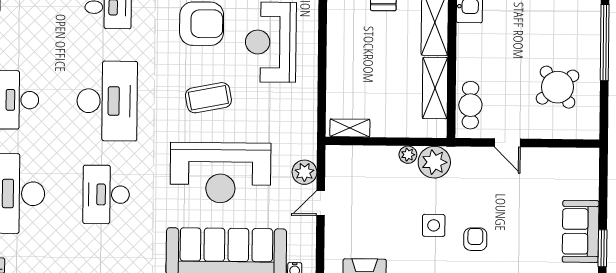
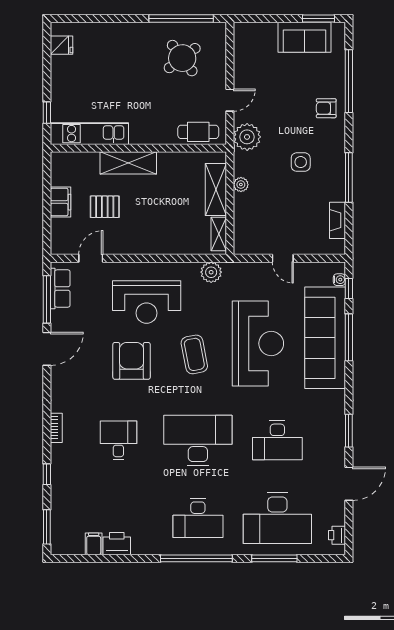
window: (605, 43) -> (181, 18), moved
shelving: (435, 88) -> (216, 190), moved, turned 90
plant: (434, 162) -> (247, 137), moved
plant: (304, 172) -> (211, 272), moved
armchair: (475, 239) -> (326, 108), moved

